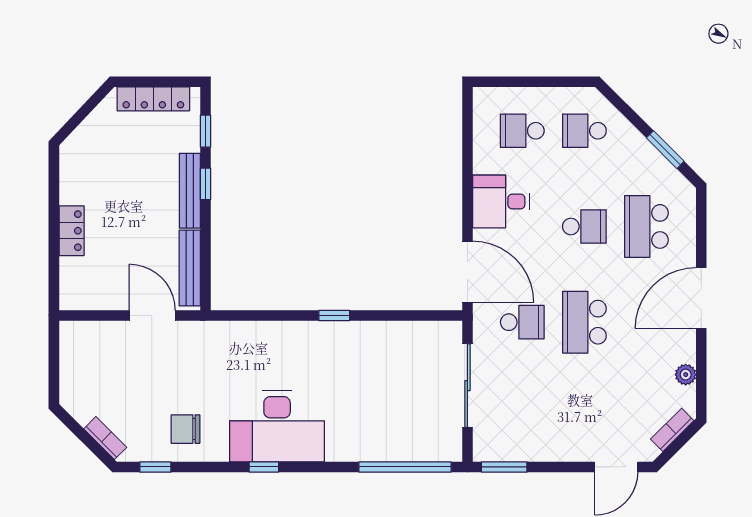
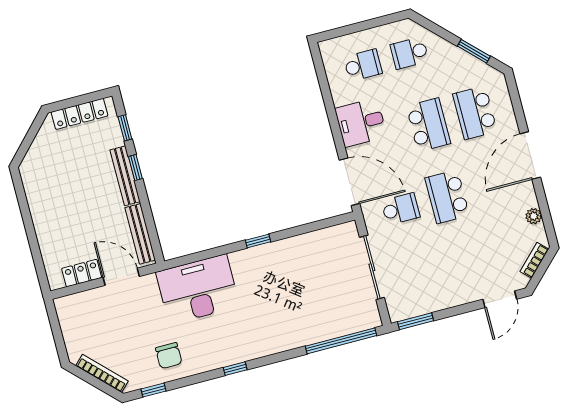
school desk: (522, 131) -> (363, 65), turned 180
school desk: (584, 226) -> (428, 125), width x1.85
locker: (72, 231) -> (82, 273), moved, turned -90
desk: (277, 426) -> (198, 289), moved, turned 180
chair: (186, 429) -> (169, 356), turned -90
bookcase: (105, 438) -> (102, 373), width x1.56

